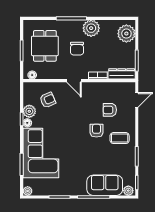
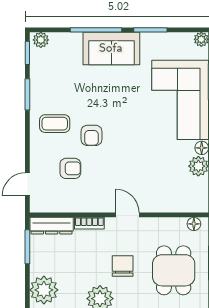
armchair: (48, 100) -> (169, 184), removed
sofa: (105, 185) -> (111, 48), moved

